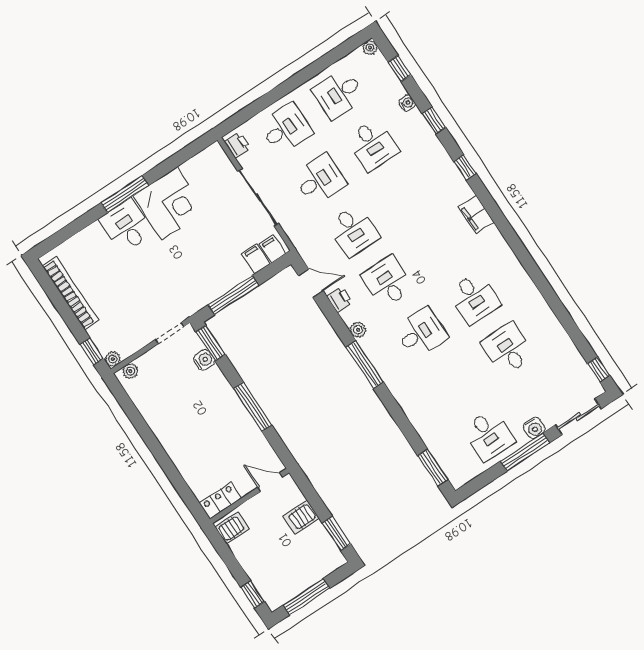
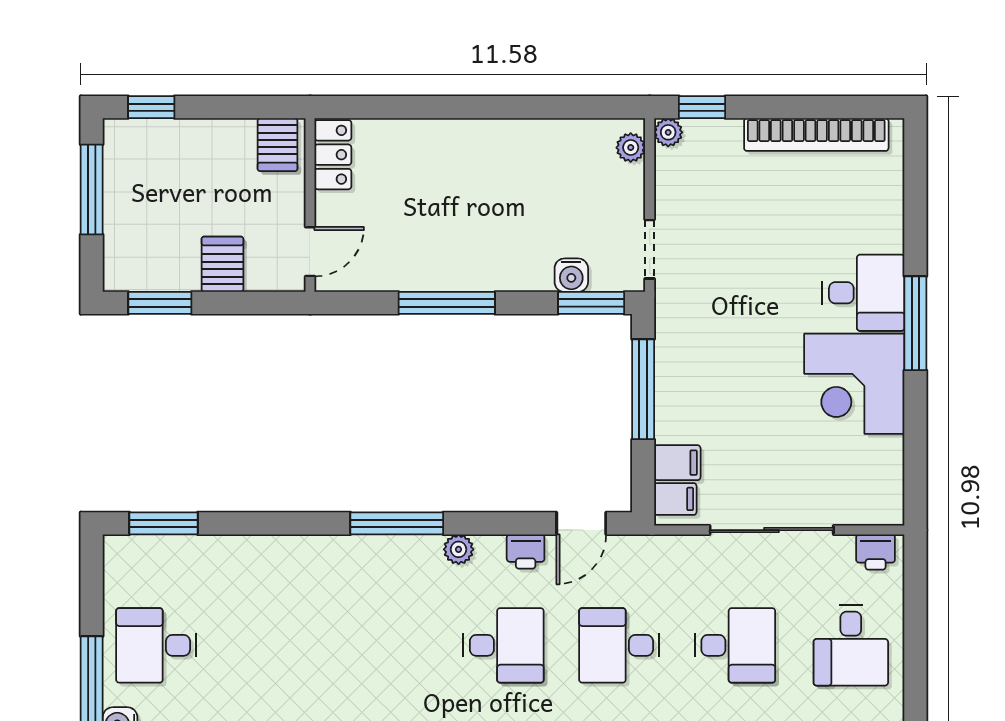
desk: (320, 180) -> (735, 645), turned -90
desk: (421, 333) -> (388, 645), removed

